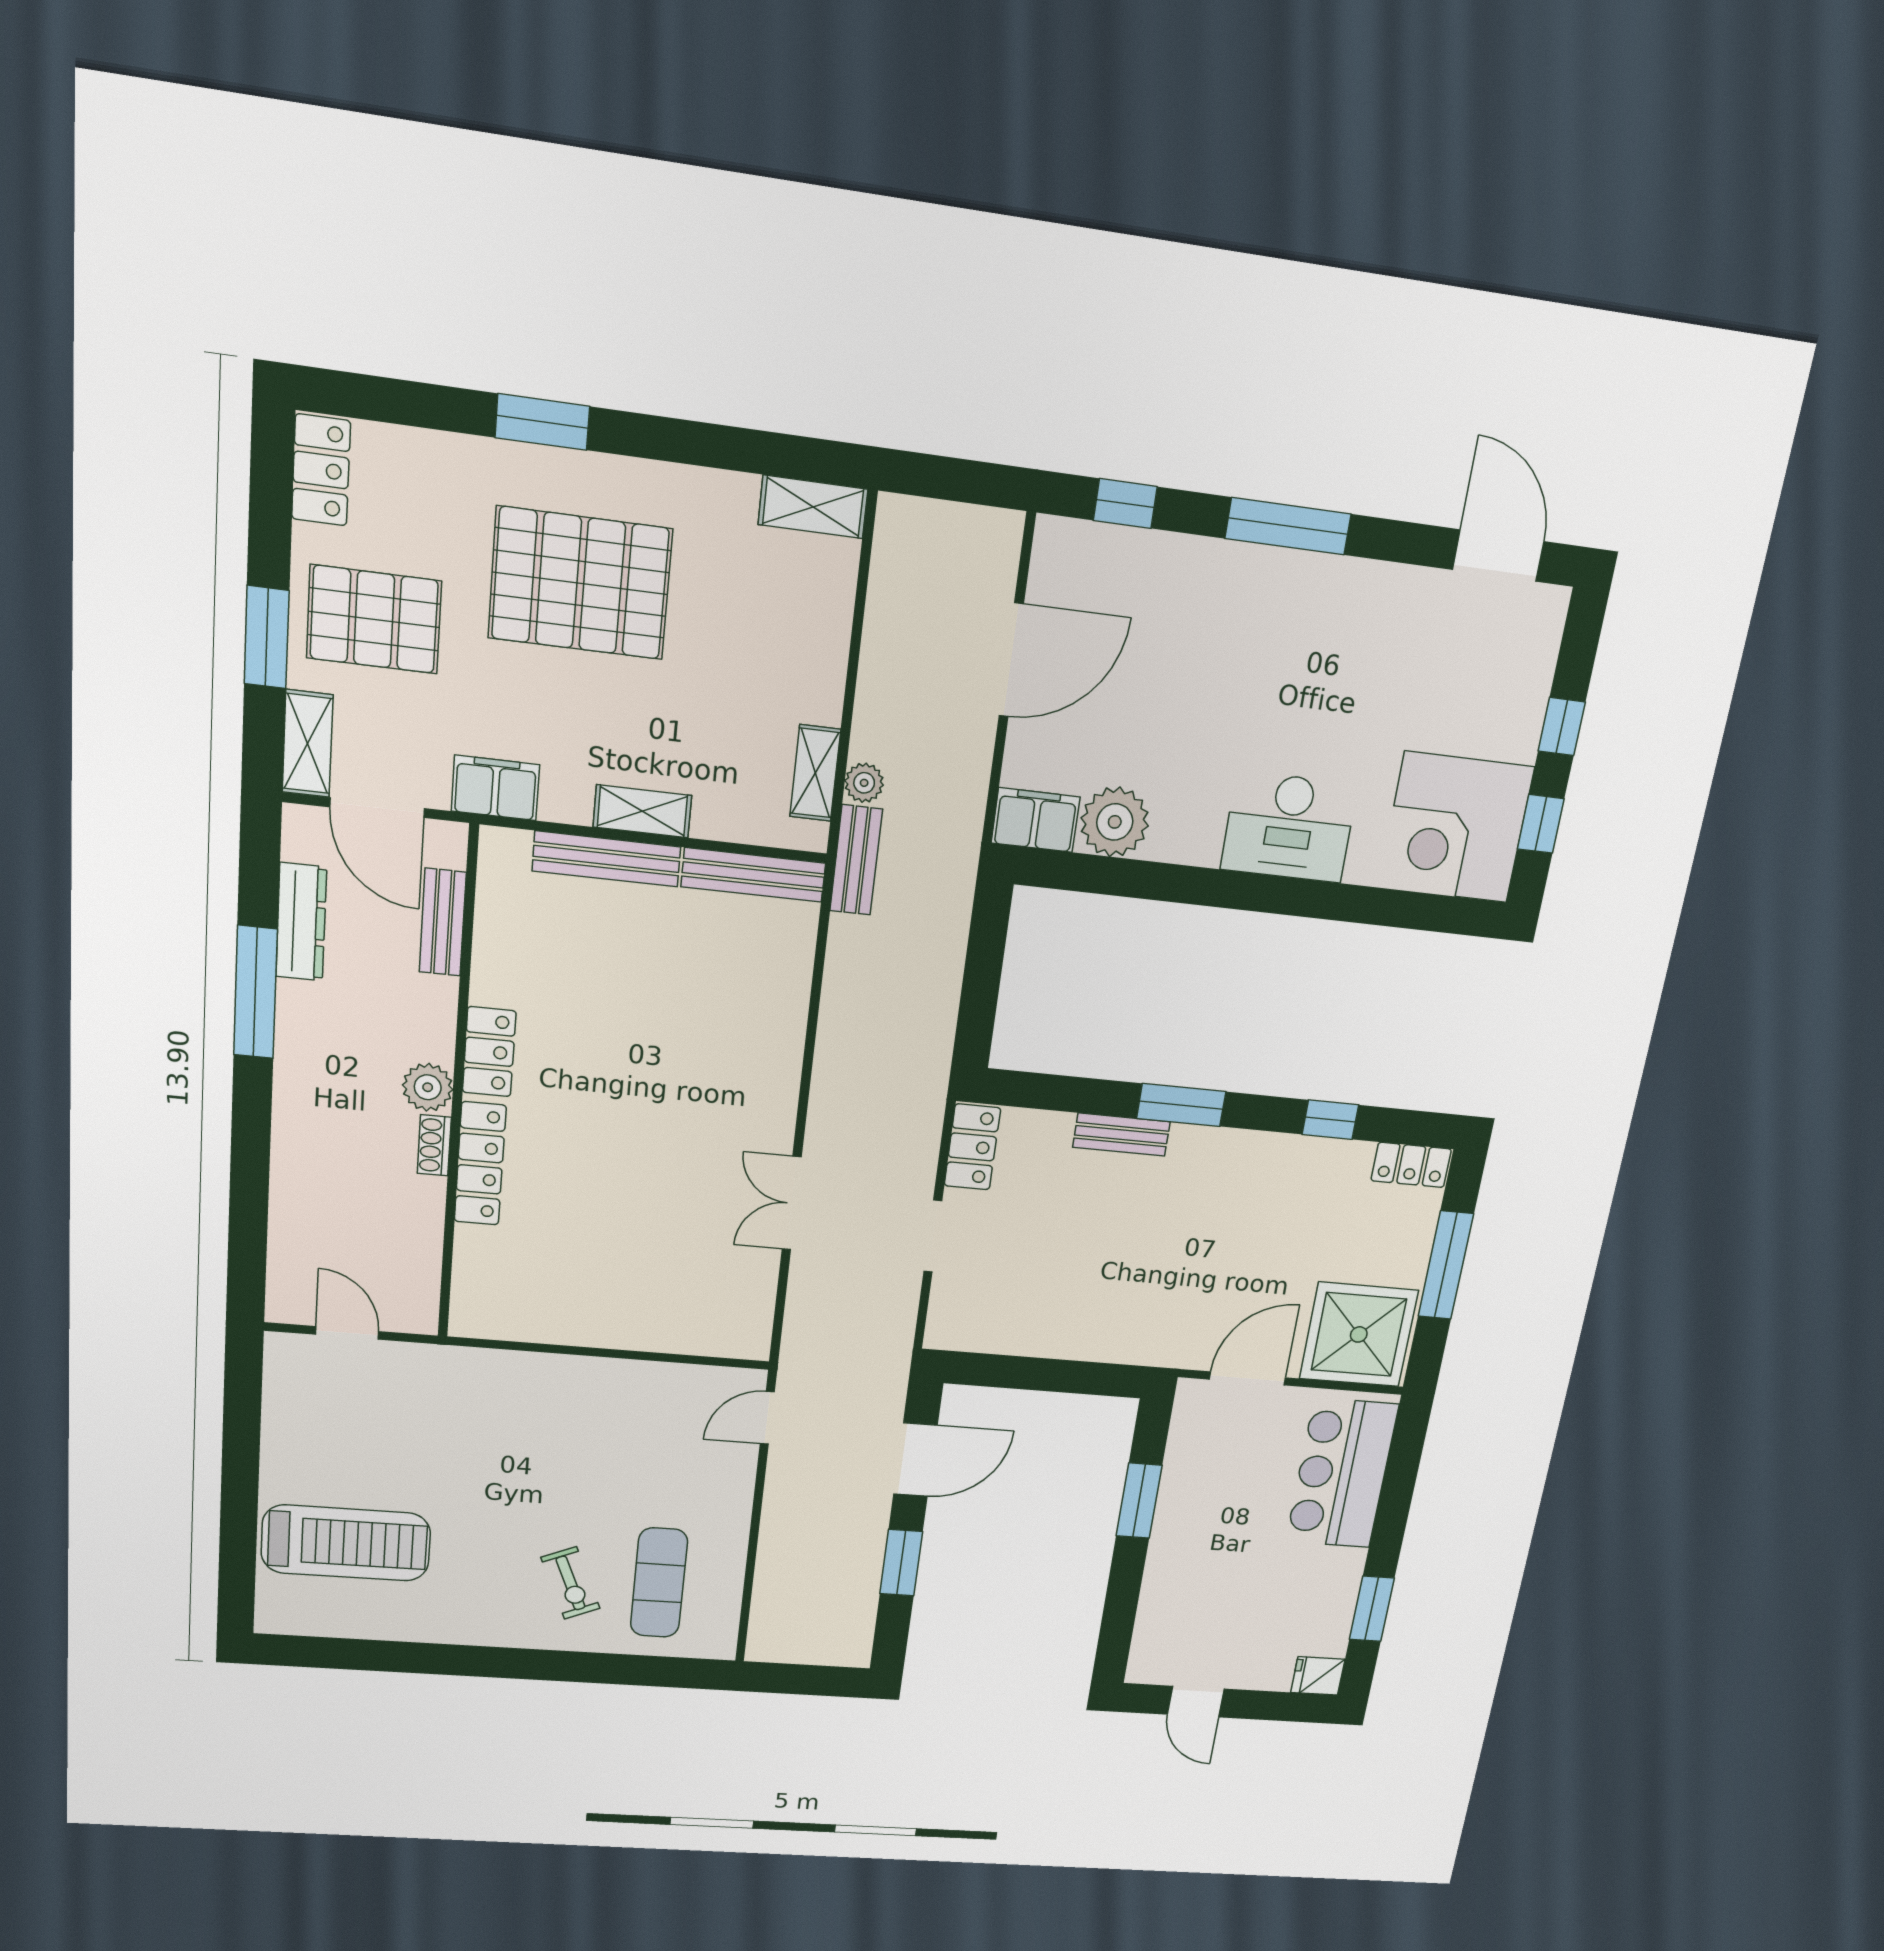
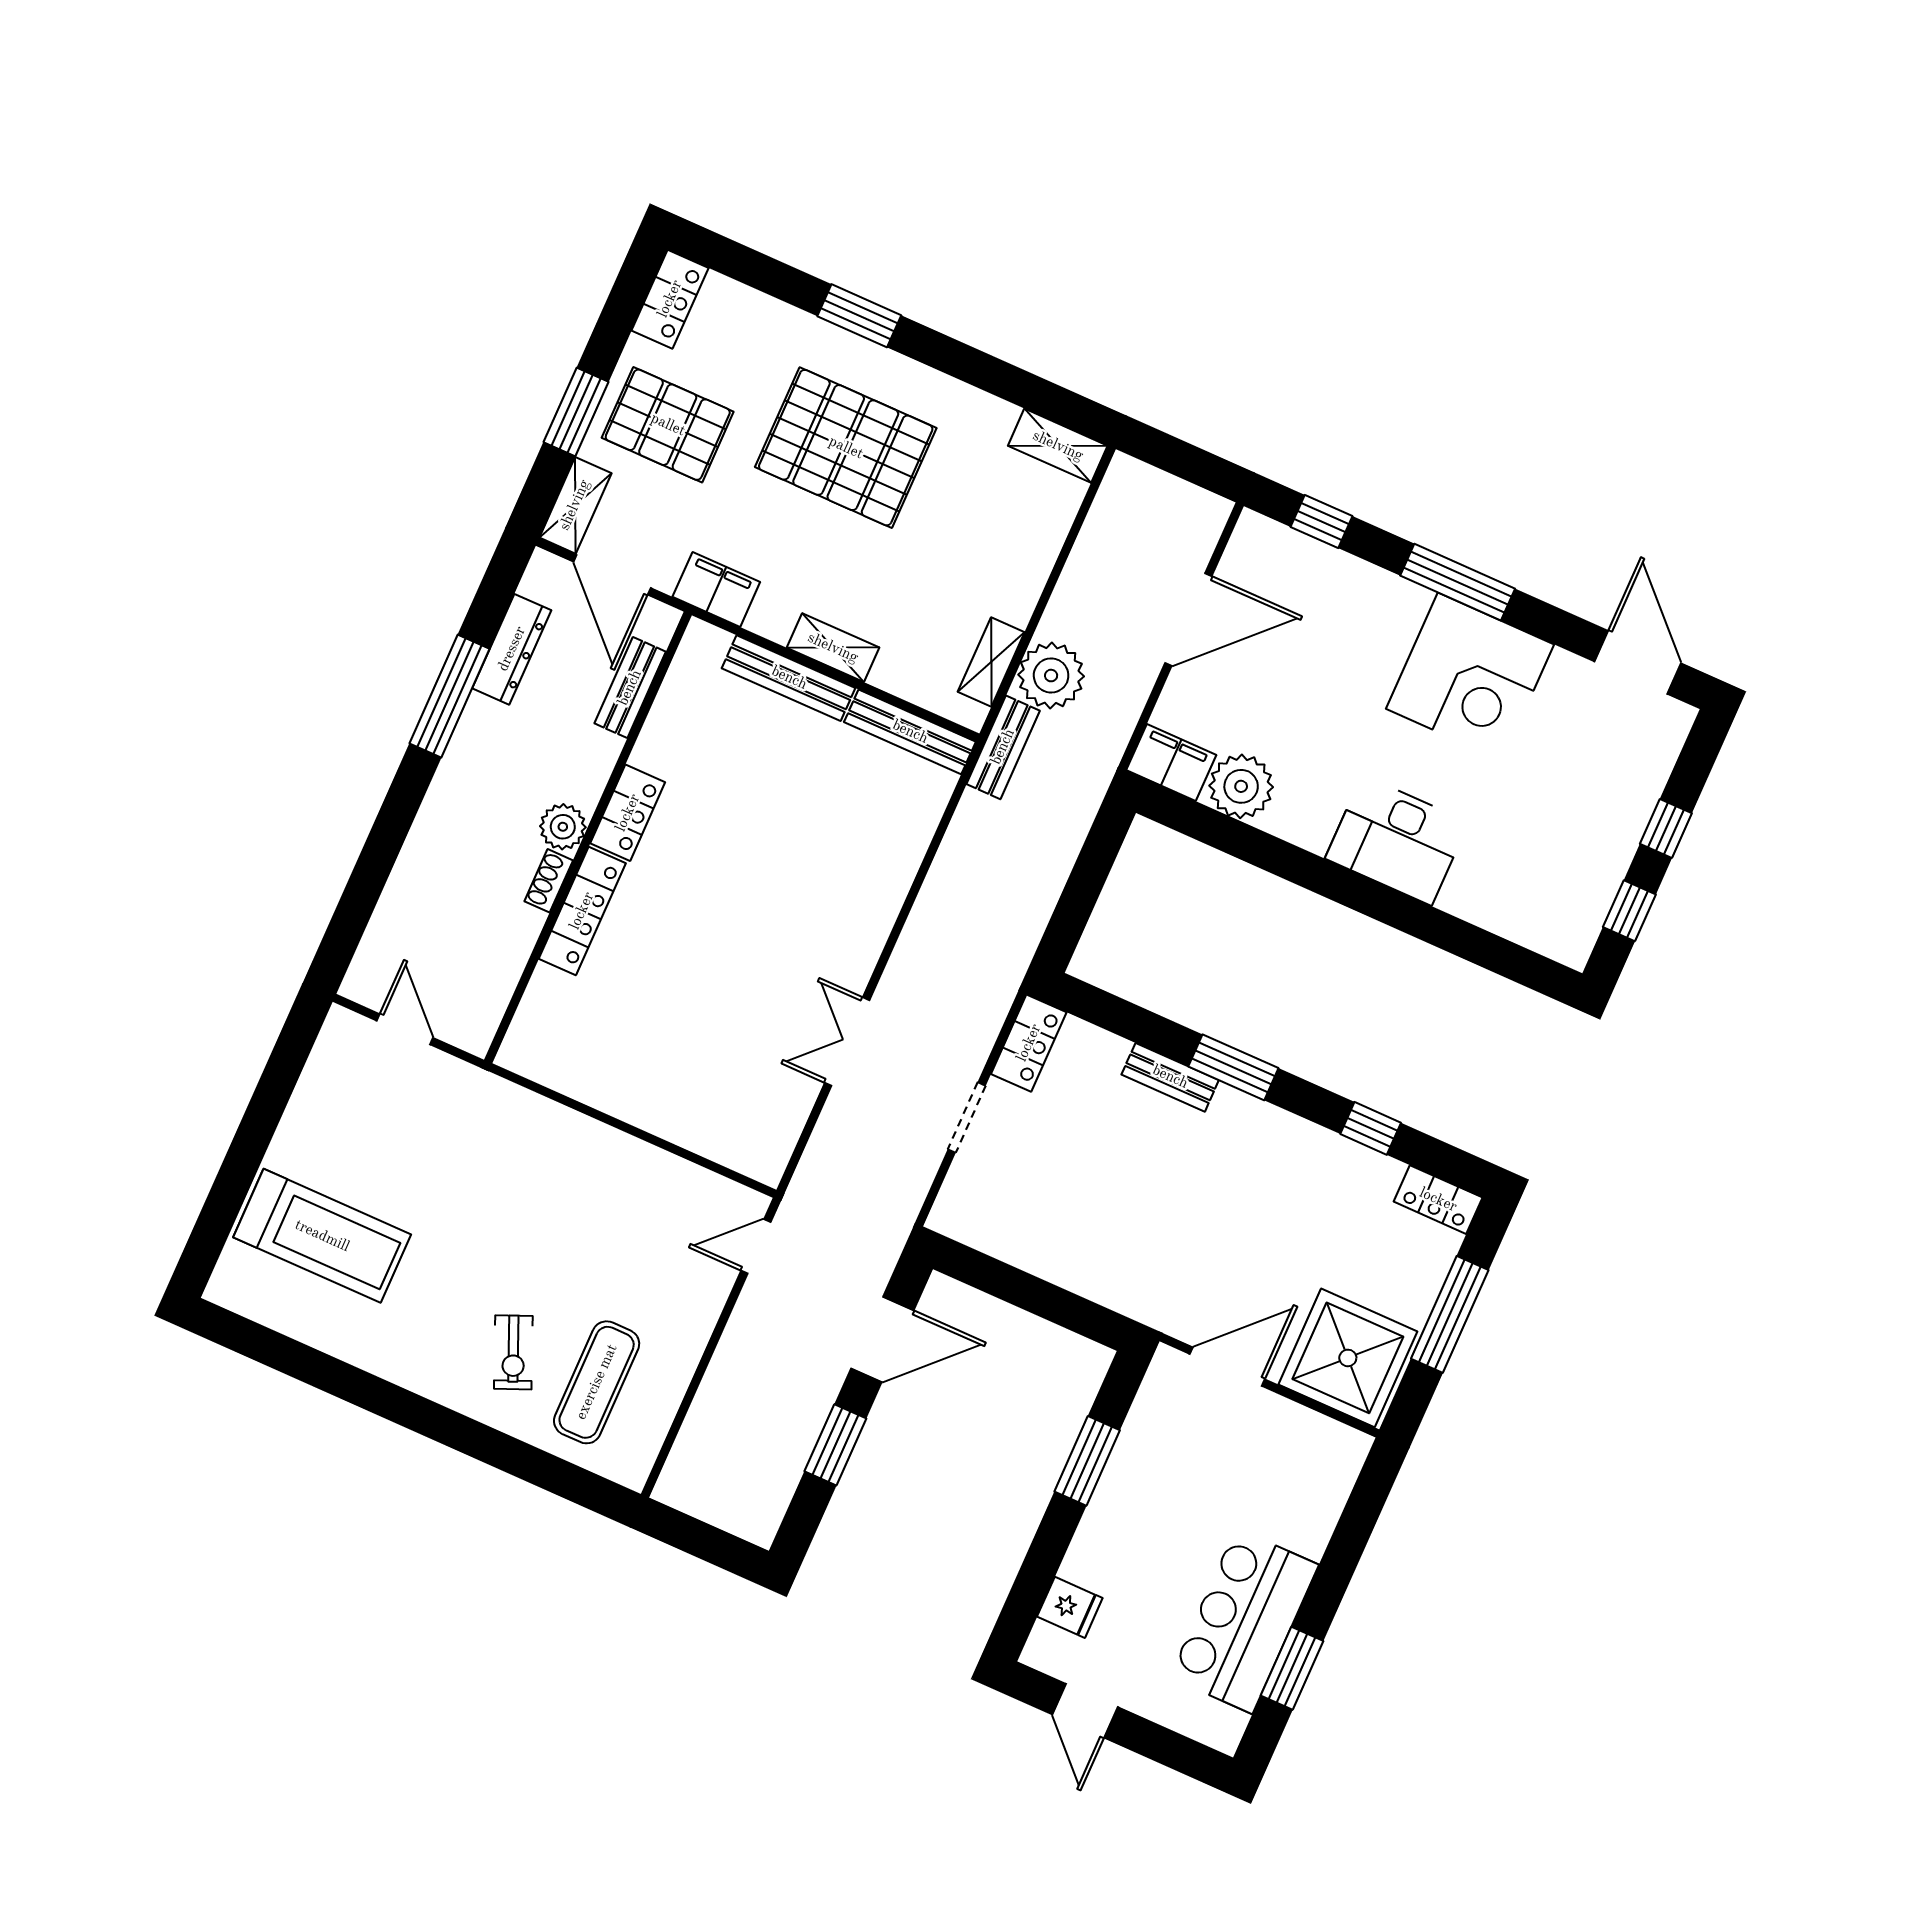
plant: (864, 783) -> (1051, 676), width x1.88, depth x1.88
corner desk: (1456, 827) -> (1470, 677), moved, turned -90
bar counter: (1342, 1473) -> (1244, 1621), moved
fridge: (1318, 1676) -> (1070, 1607), moved, turned 180

